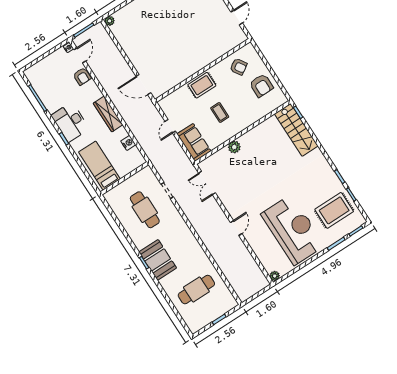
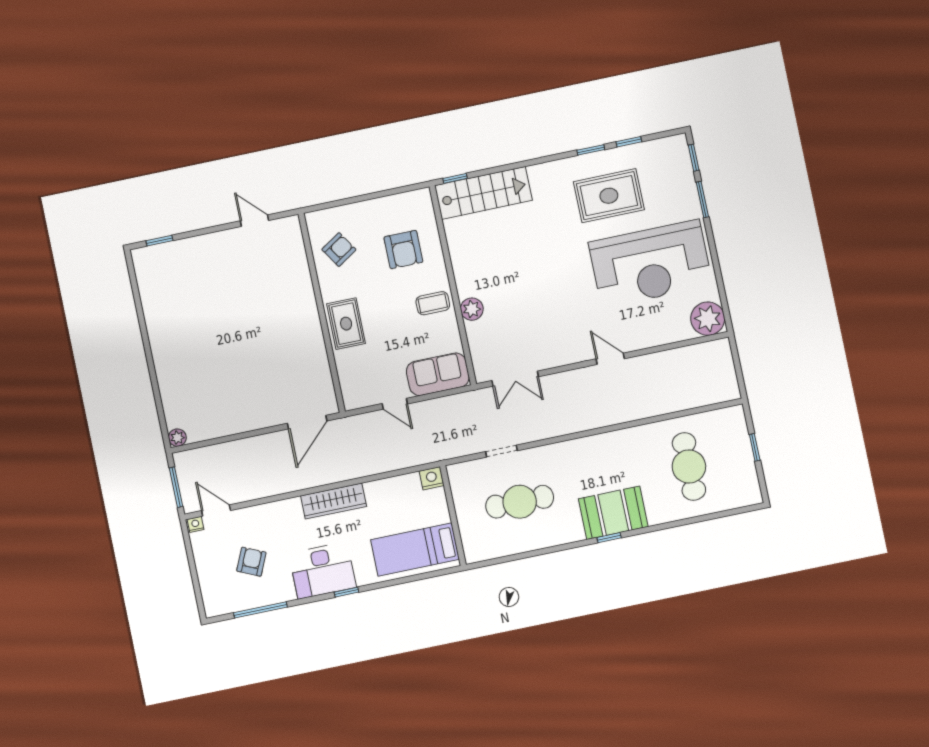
armchair: (82, 76) -> (251, 562), moved, turned -66
armchair: (261, 85) -> (403, 250), moved, turned 90
coffee table: (220, 112) -> (433, 303), moved
nightstand: (128, 143) -> (432, 478), moved
rug: (334, 210) -> (609, 196), moved, turned 90
reception desk: (293, 230) -> (650, 264), turned 180
plant: (275, 276) -> (708, 319), width x1.87, depth x1.87

